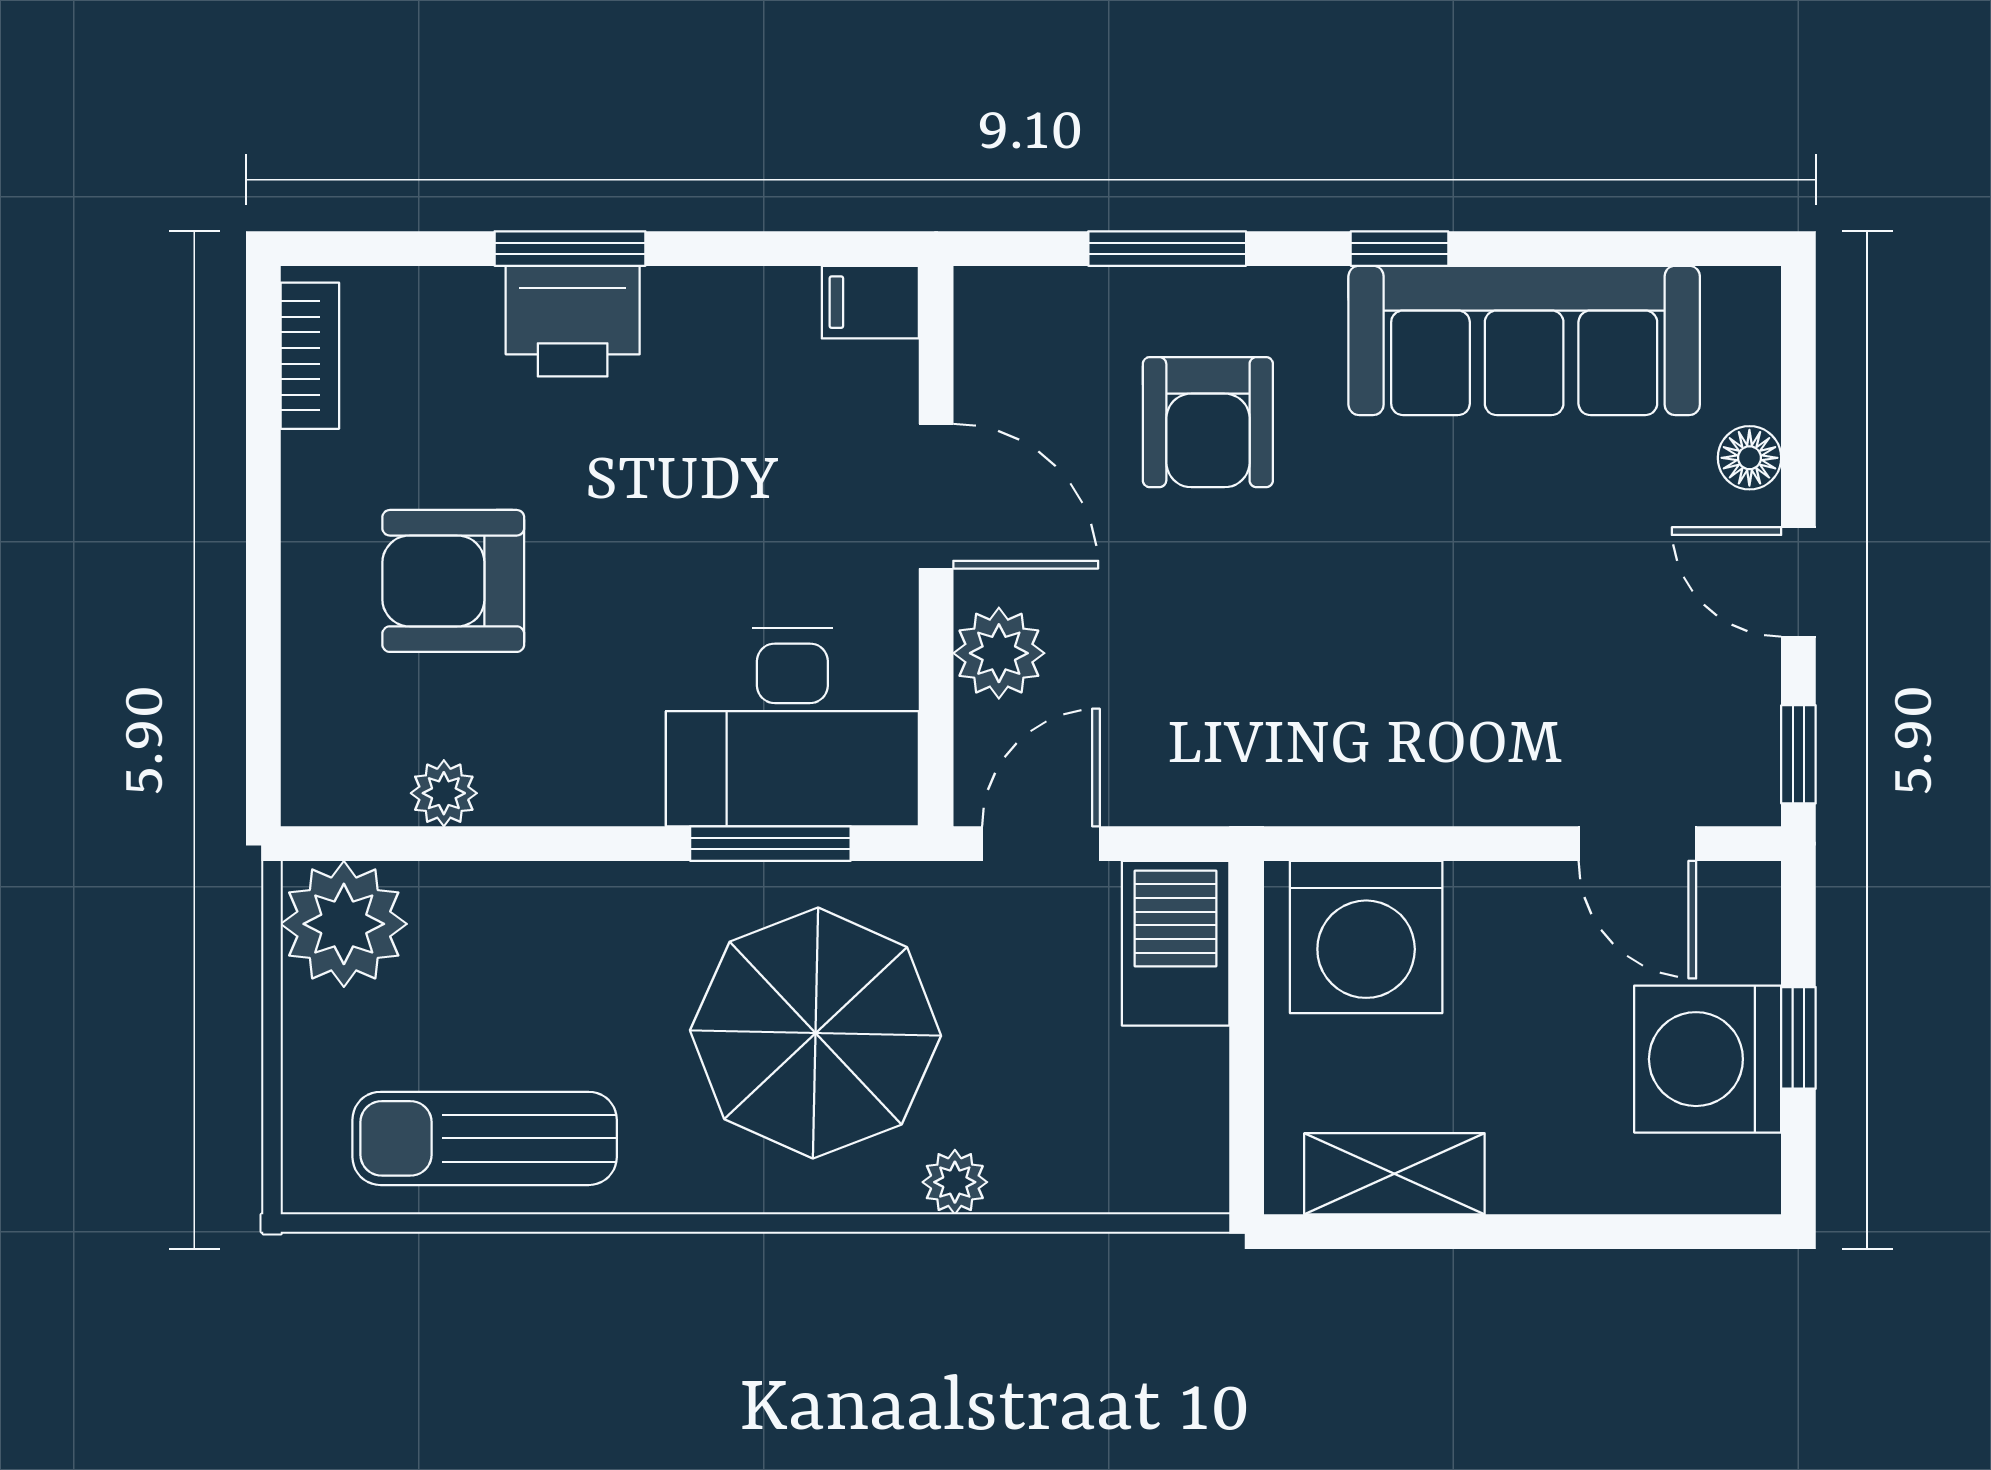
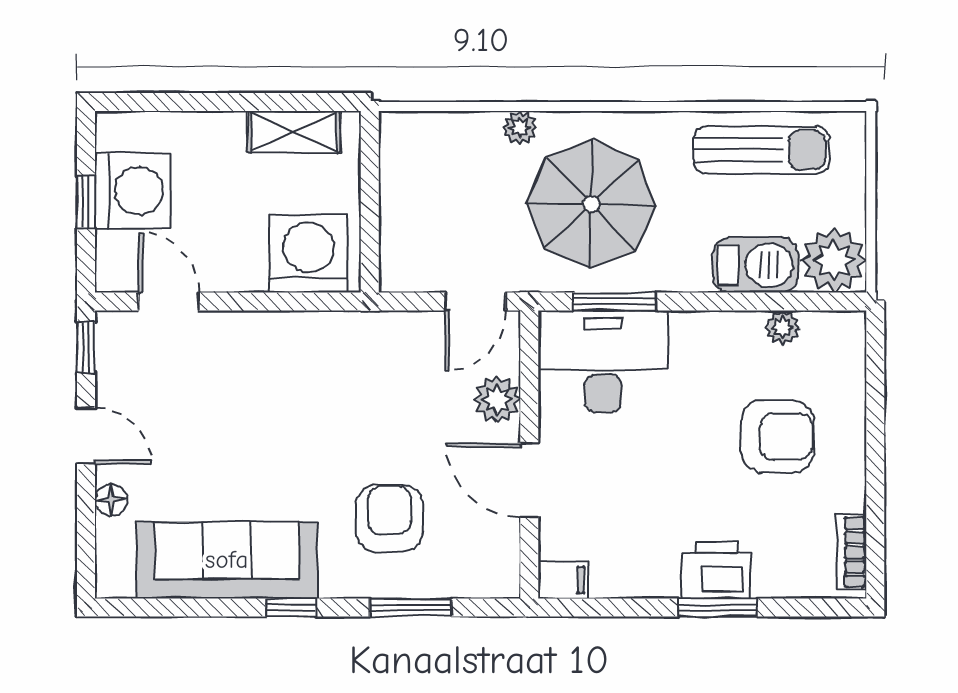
barbecue: (1176, 943) -> (755, 265), moved, turned -90

